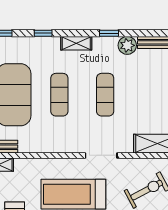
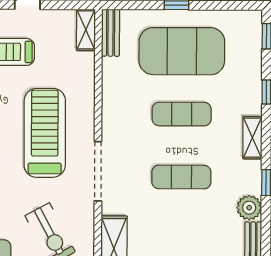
doorway: (101, 155) -> (98, 171), width x1.36

